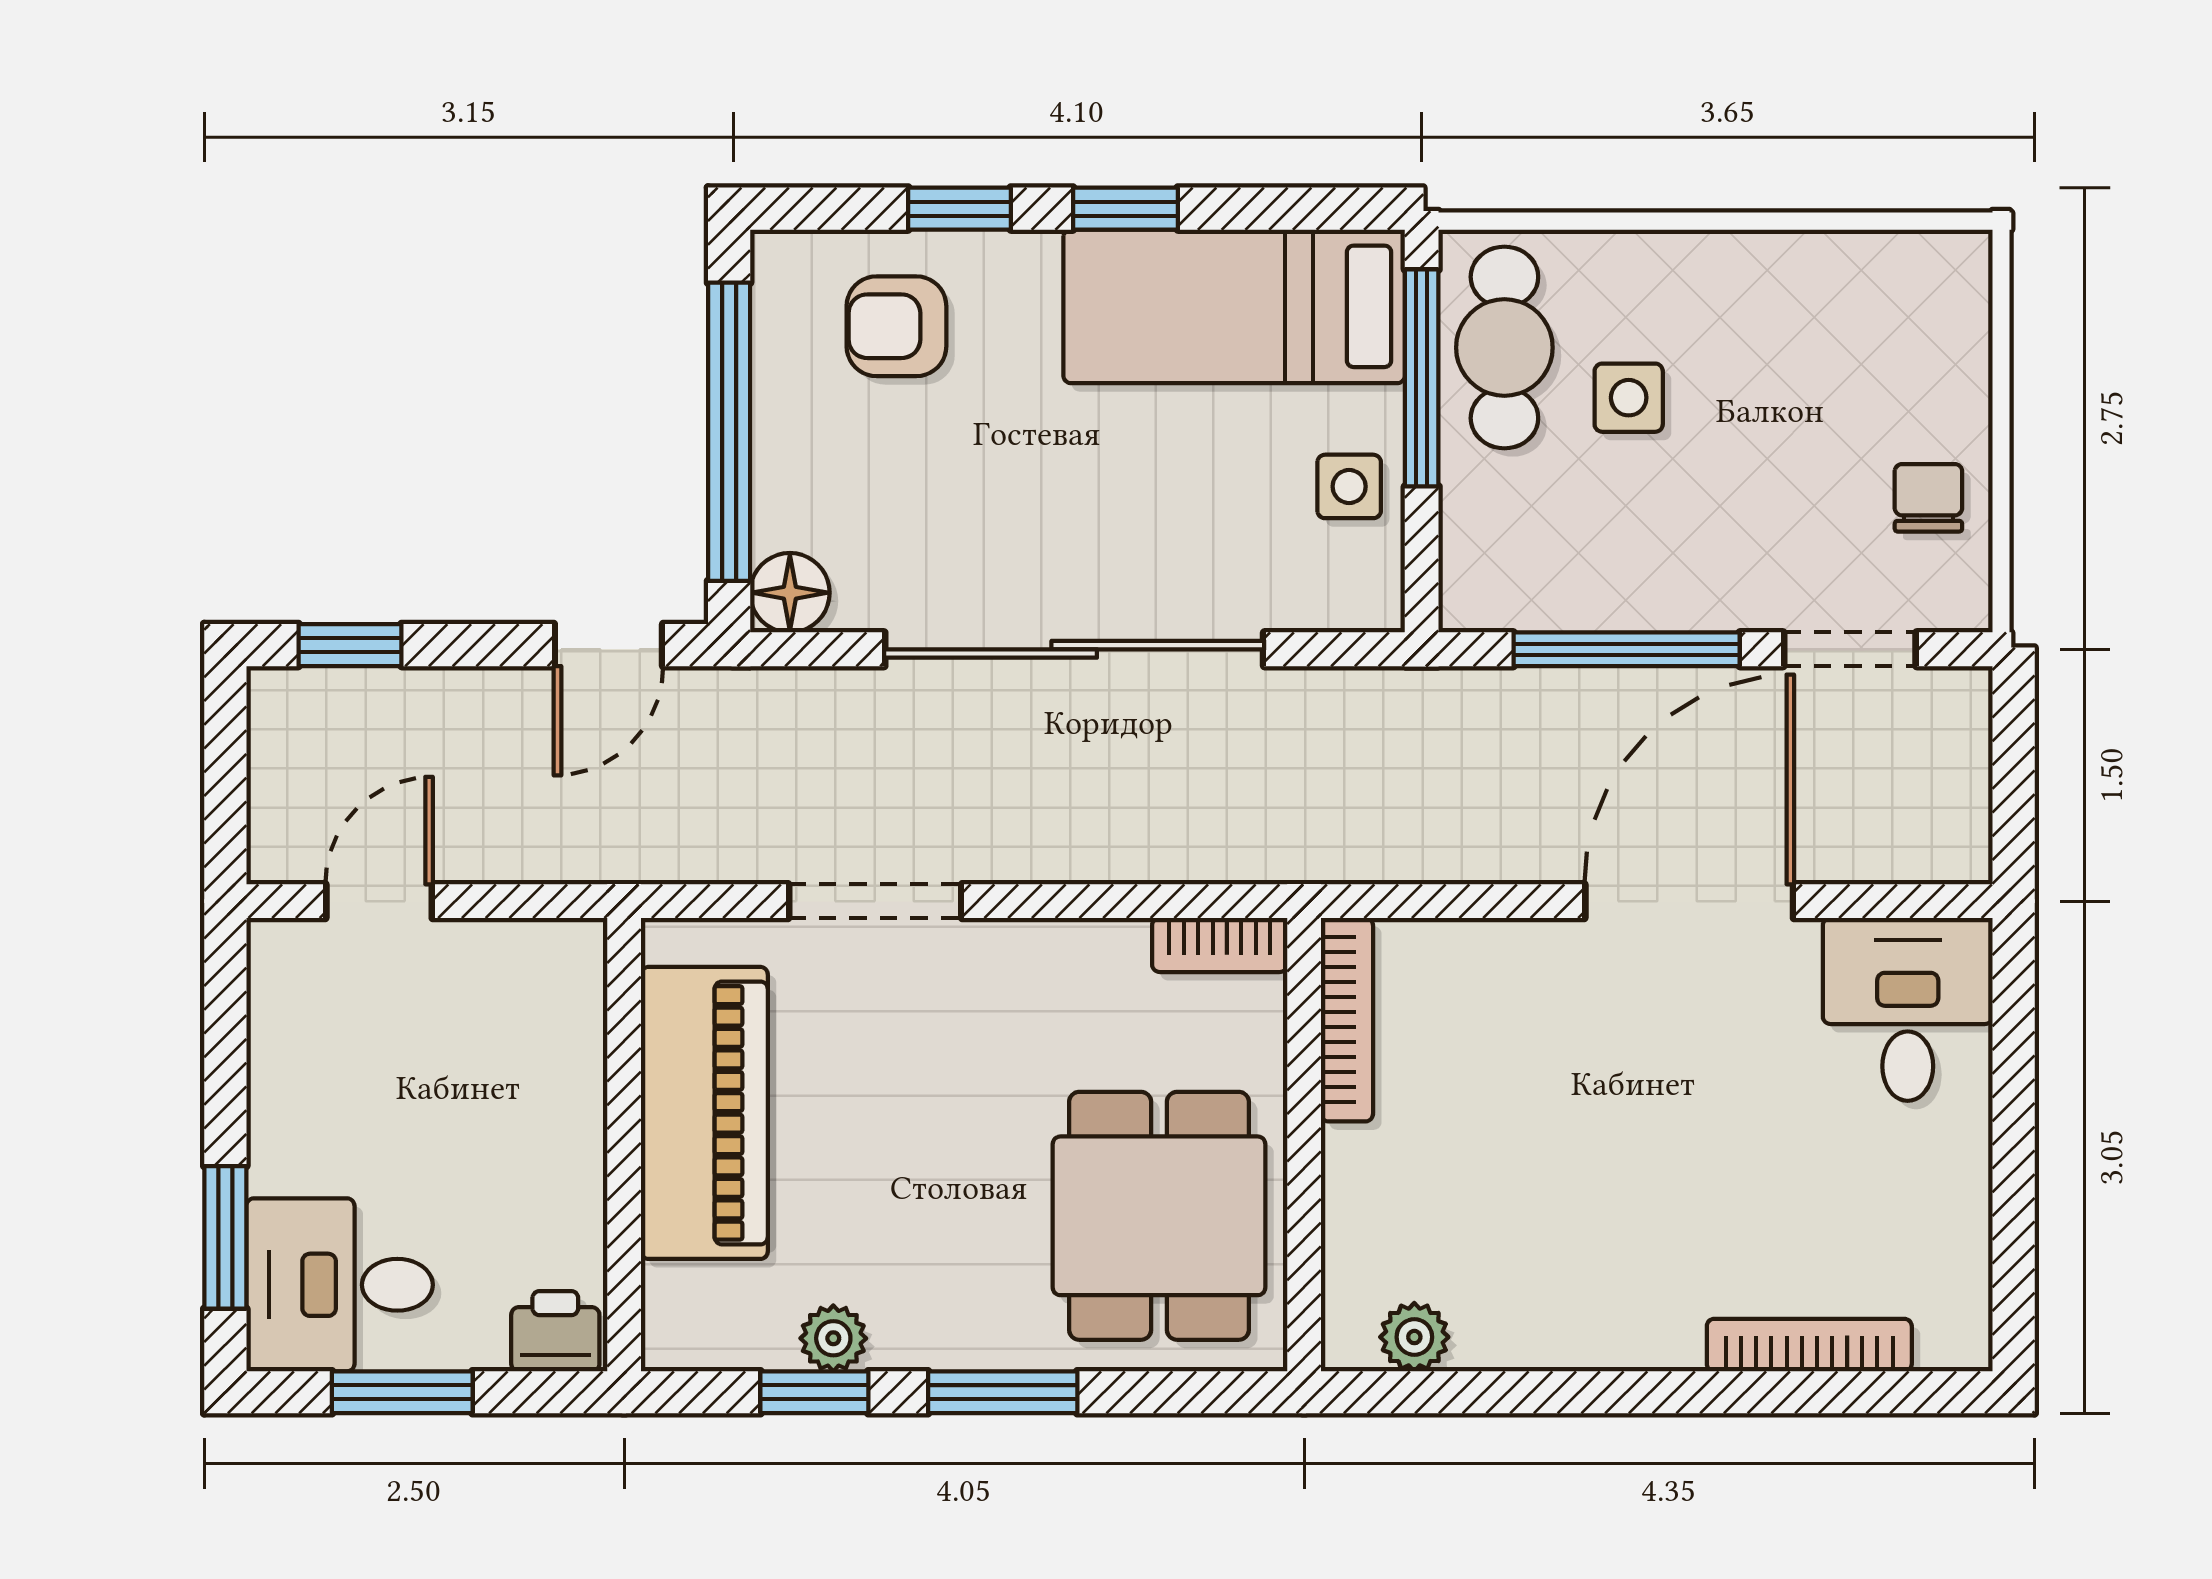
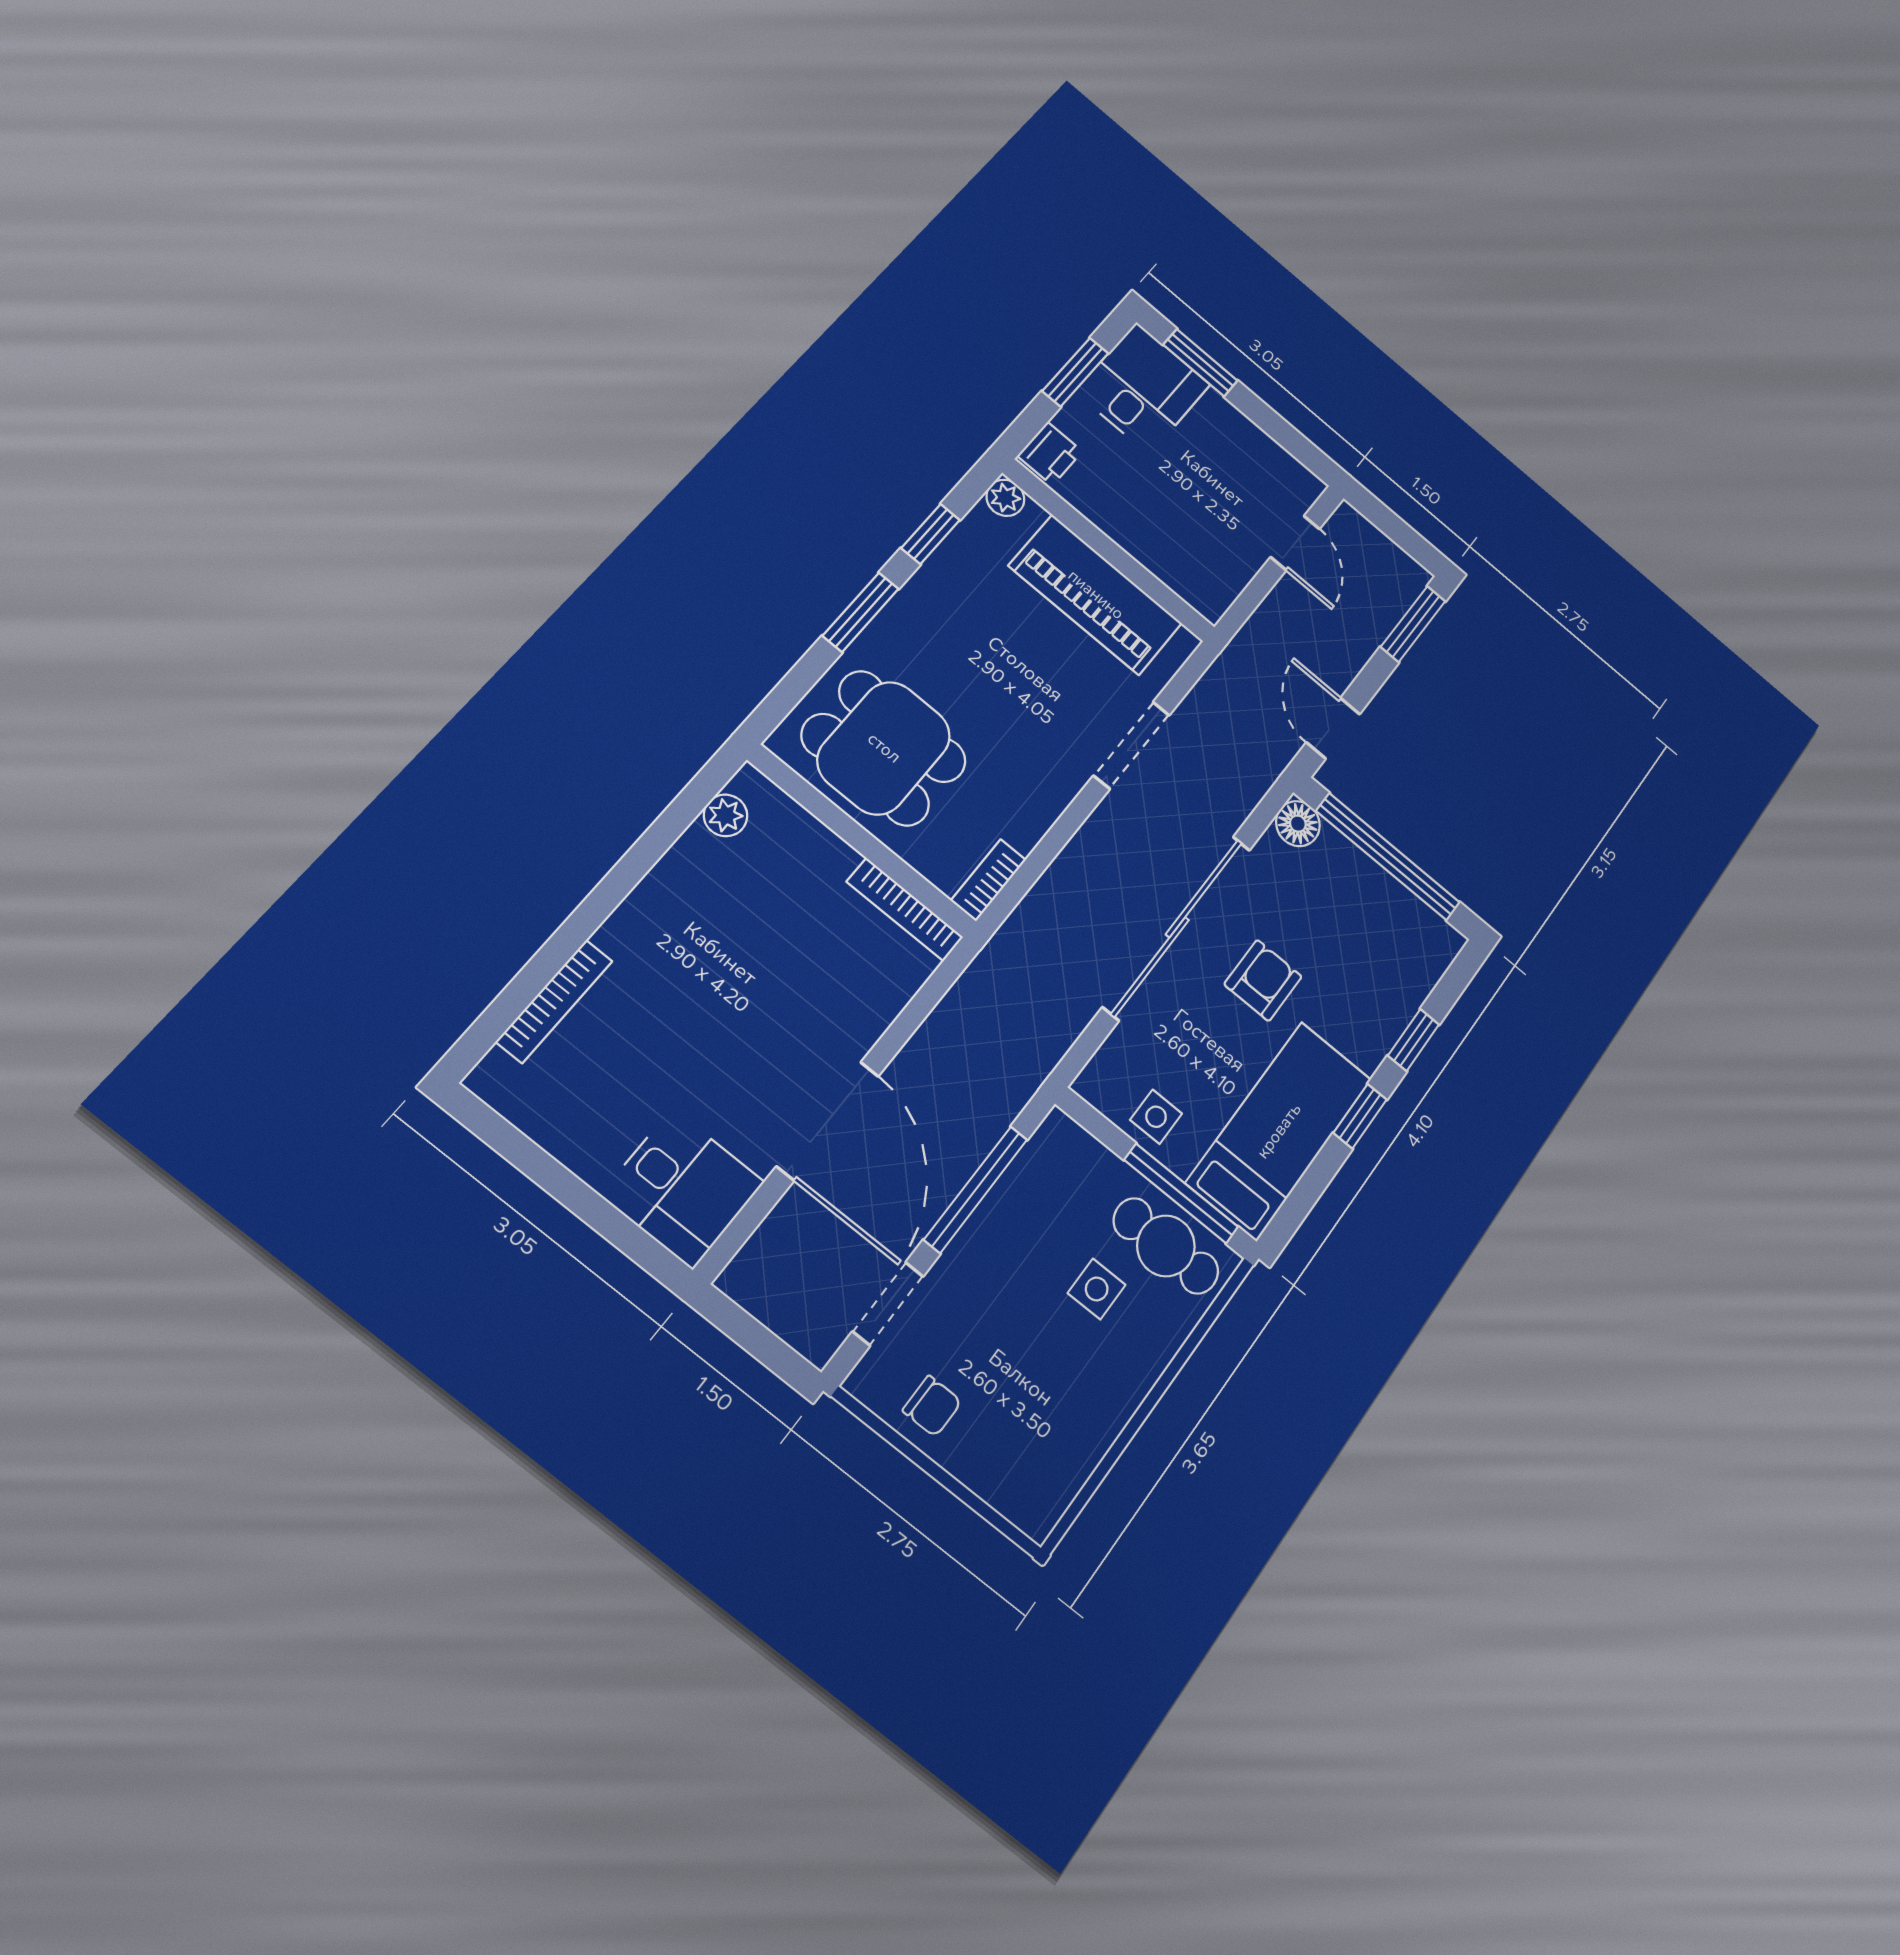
armchair: (896, 326) -> (1263, 980), moved
window: (350, 645) -> (1413, 624), width x1.50
plant: (833, 1338) -> (1005, 498), moved

